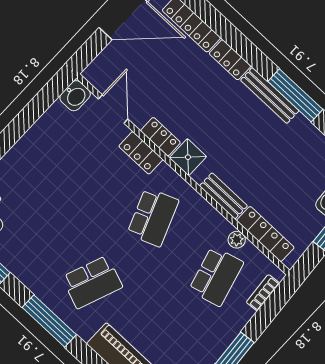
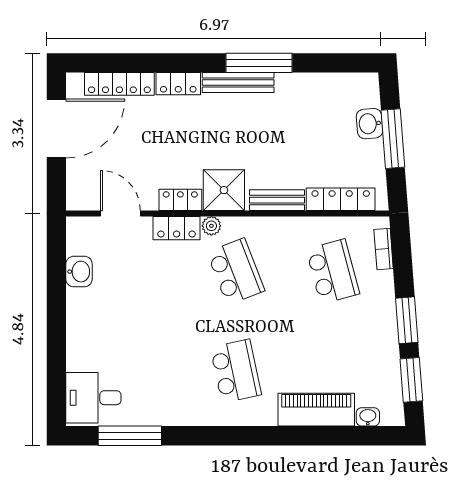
washbasin: (75, 96) -> (79, 272), moved
shower: (188, 157) -> (224, 190), width x1.36, depth x1.36
plant: (237, 240) -> (211, 226), moved
school desk: (92, 282) -> (236, 371), turned -33
window: (49, 321) -> (230, 436), removed

